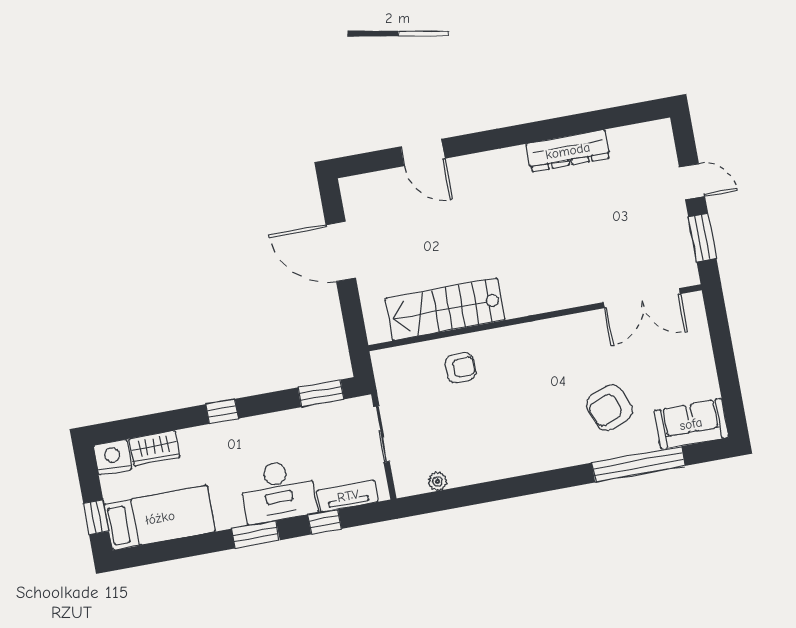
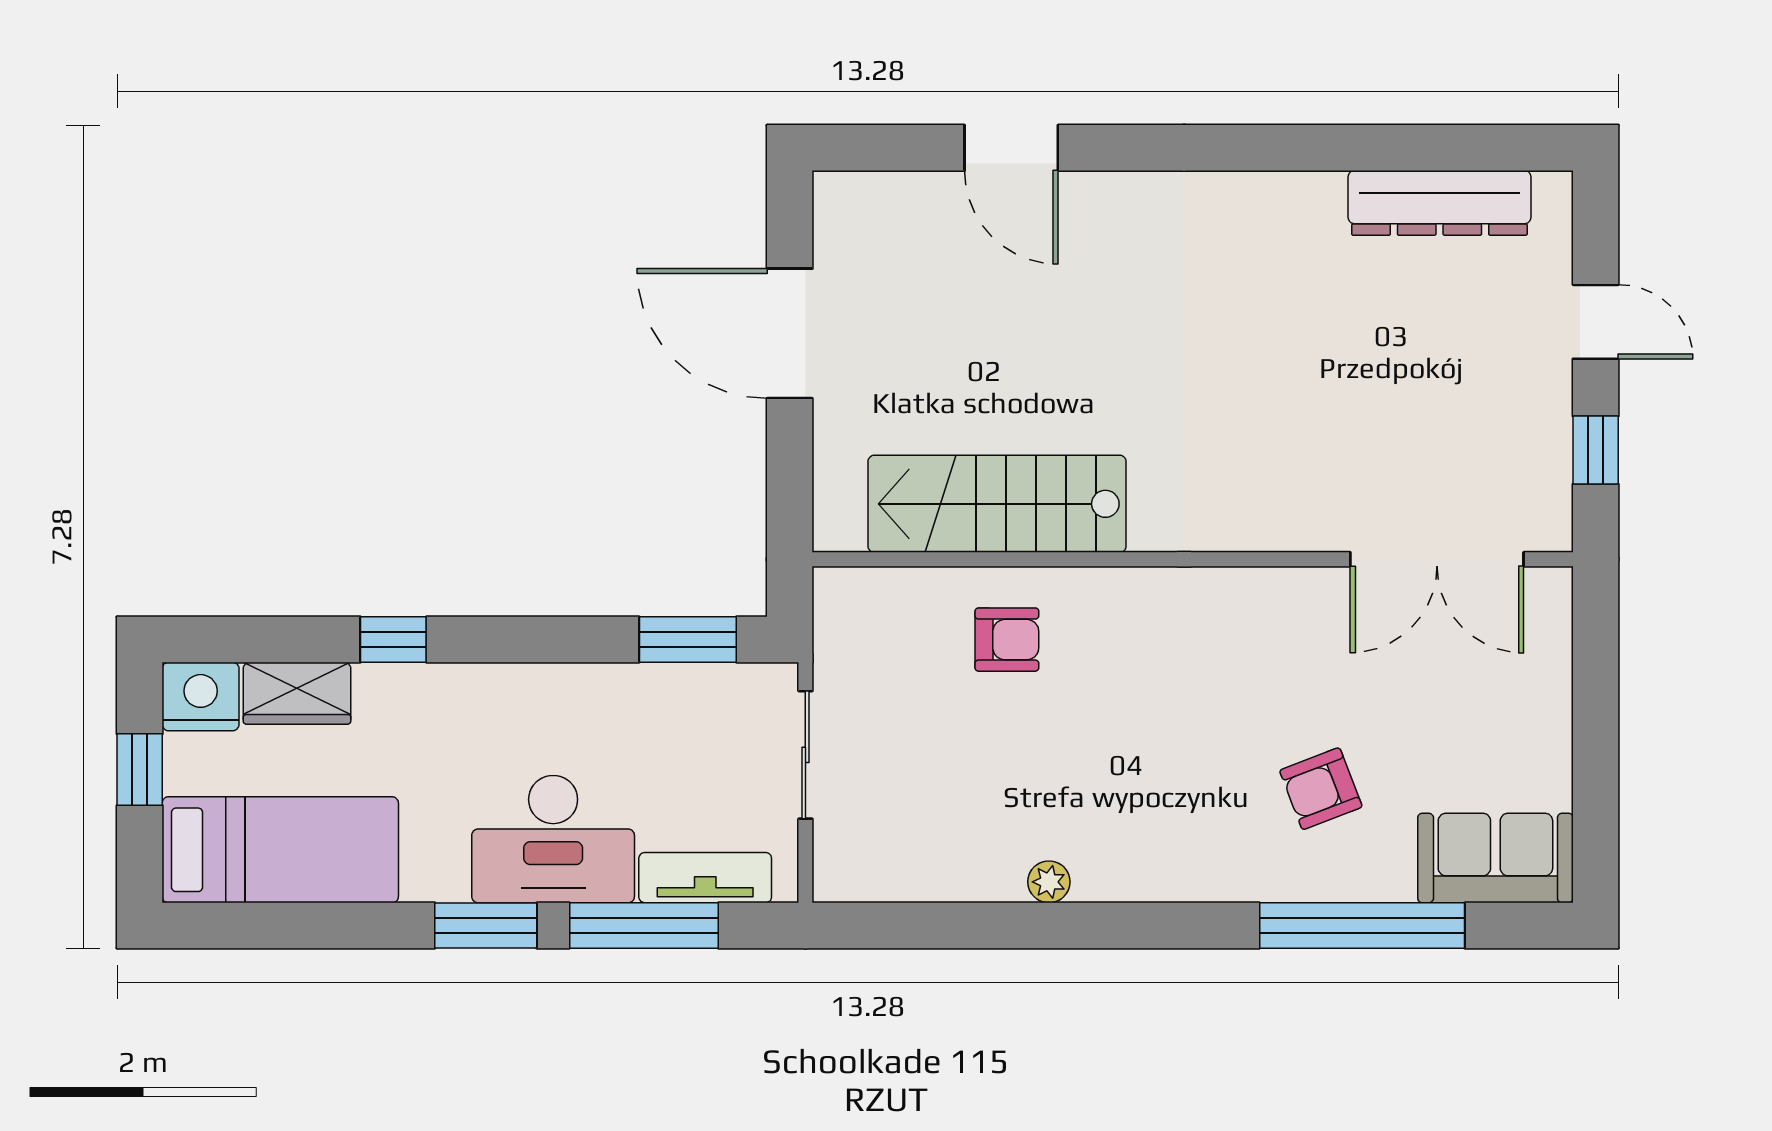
dresser: (568, 151) -> (1440, 203), moved
window: (702, 238) -> (1596, 450), width x0.67
armchair: (609, 408) -> (1321, 789), width x0.72, depth x0.72
window: (222, 411) -> (393, 640), moved
plant: (438, 481) -> (1049, 882), moved
window: (96, 517) -> (140, 770), moved
window: (325, 522) -> (644, 926), width x2.17

